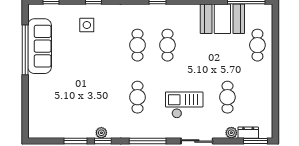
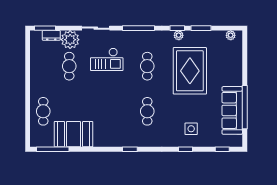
cafe table: (167, 45) -> (121, 111), removed
rug: (88, 92) -> (190, 71), added
plant: (41, 133) -> (231, 35), added
plant: (231, 133) -> (70, 40), width x1.88, depth x1.88

